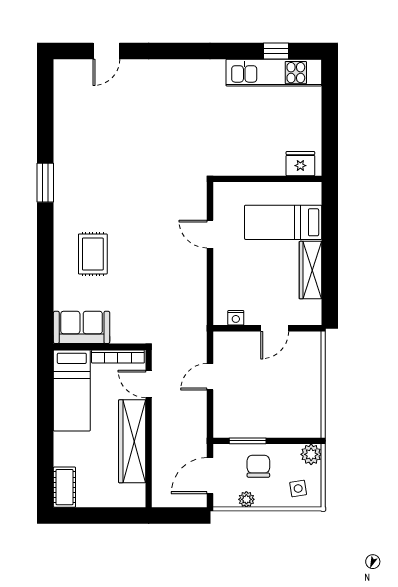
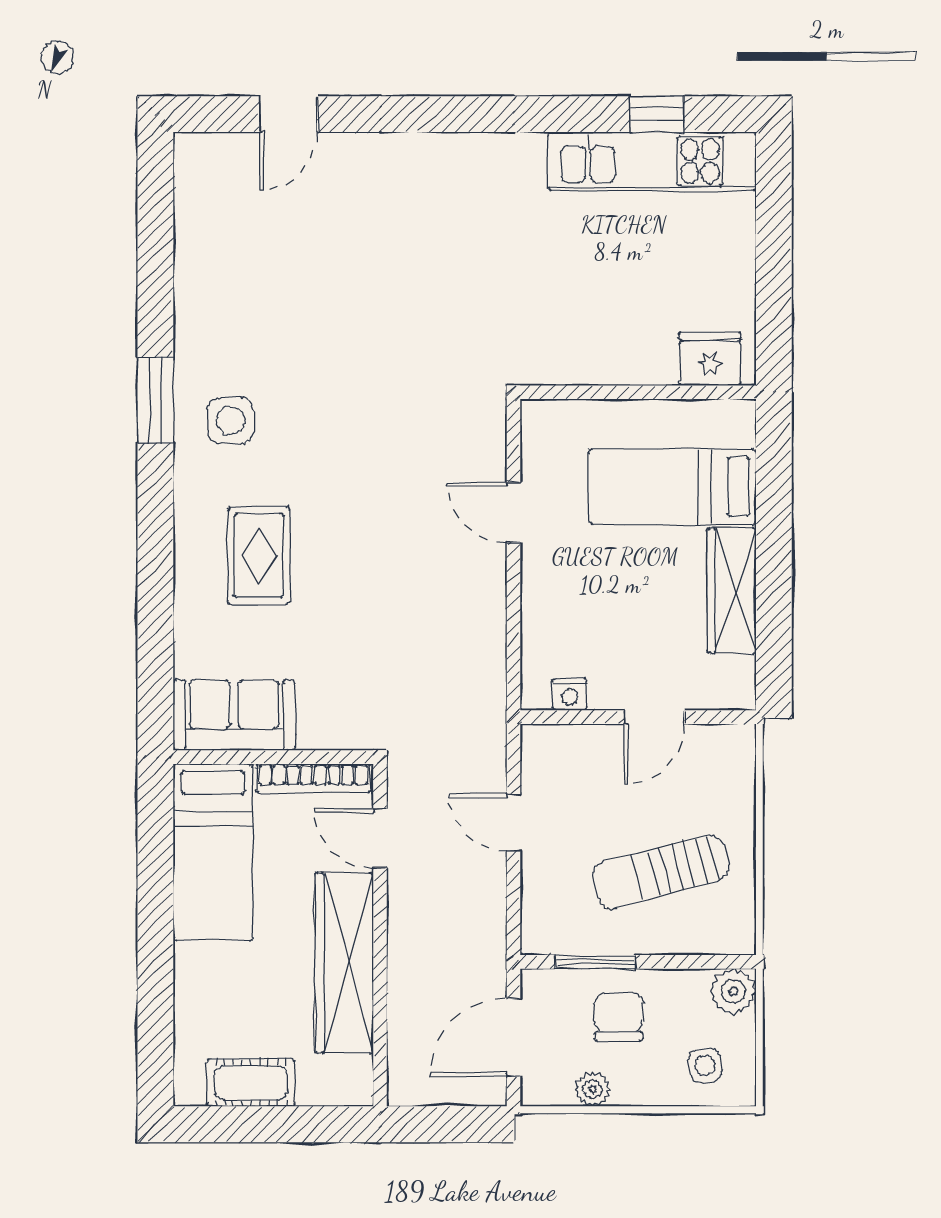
side table: (80, 192) -> (231, 421), added
door: (210, 377) -> (514, 823), hinge flipped
sun lounger: (278, 399) -> (660, 872), added
cot: (64, 487) -> (251, 1083), moved, turned 90

